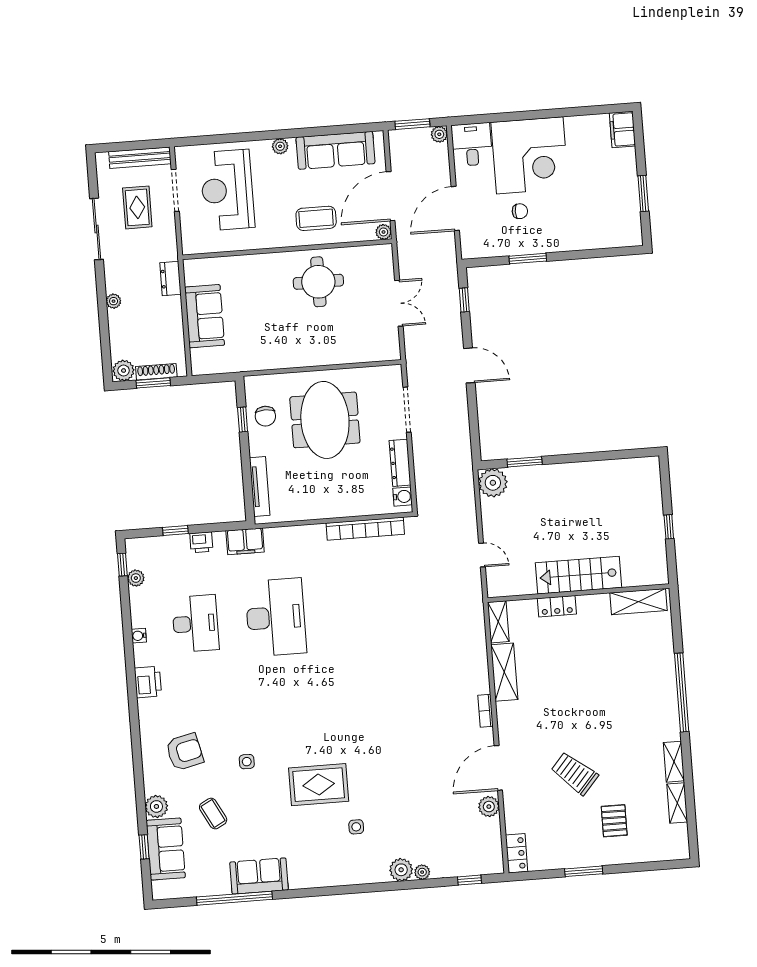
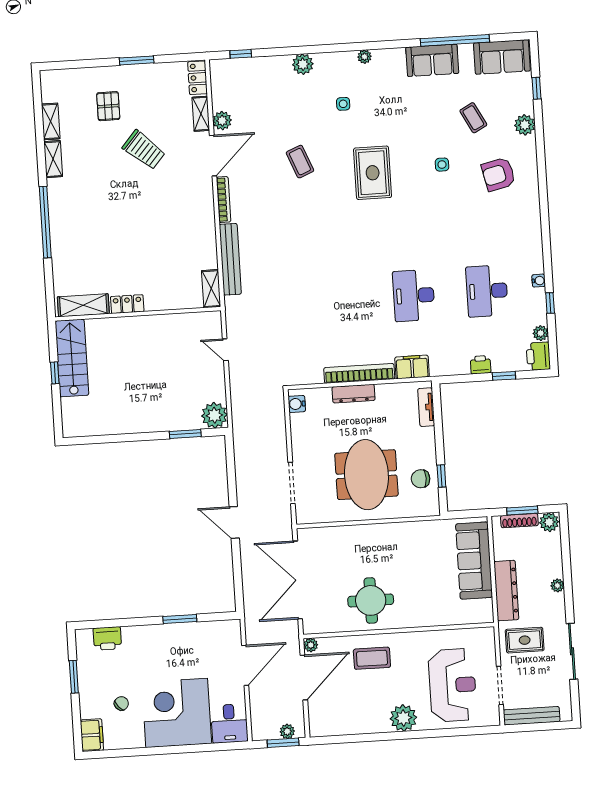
plant: (439, 134) -> (287, 731), moved
plant: (280, 146) -> (403, 718), width x1.88, depth x1.88
sofa: (335, 150) -> (353, 720), removed
rug: (137, 207) -> (525, 640), moved, turned 90
chair: (520, 211) -> (121, 703), moved, turned 140
printer: (607, 236) -> (107, 638), added
dresser: (171, 279) -> (506, 591), width x1.96, depth x1.24
window: (464, 300) -> (238, 582), removed
double door: (399, 303) -> (298, 580), width x1.87
sofa: (205, 316) -> (474, 561), width x1.36
chair: (265, 416) -> (421, 479), turned -90
dresser: (400, 463) -> (354, 394), moved, turned 90
tv unit: (260, 486) -> (426, 407), width x0.71
bookcase: (365, 529) -> (359, 373), moved
filing cabinet: (245, 541) -> (412, 367), moved
window: (122, 565) -> (550, 303), moved
stairs: (578, 575) -> (72, 358), moved, turned -90
locker: (557, 606) -> (127, 304), moved
desk: (276, 617) -> (414, 296), width x0.73, depth x0.77
bench: (478, 654) -> (230, 259), added
shelving: (504, 672) -> (201, 114), moved, width x0.67, depth x0.75
printer: (148, 682) -> (538, 356), moved
bookcase: (485, 711) -> (224, 200), width x1.56
coffee table: (403, 763) -> (300, 162), added
rug: (319, 785) -> (373, 173), moved, turned 90
sofa: (166, 849) -> (502, 57), moved, turned -90
plant: (422, 872) -> (364, 57), moved

